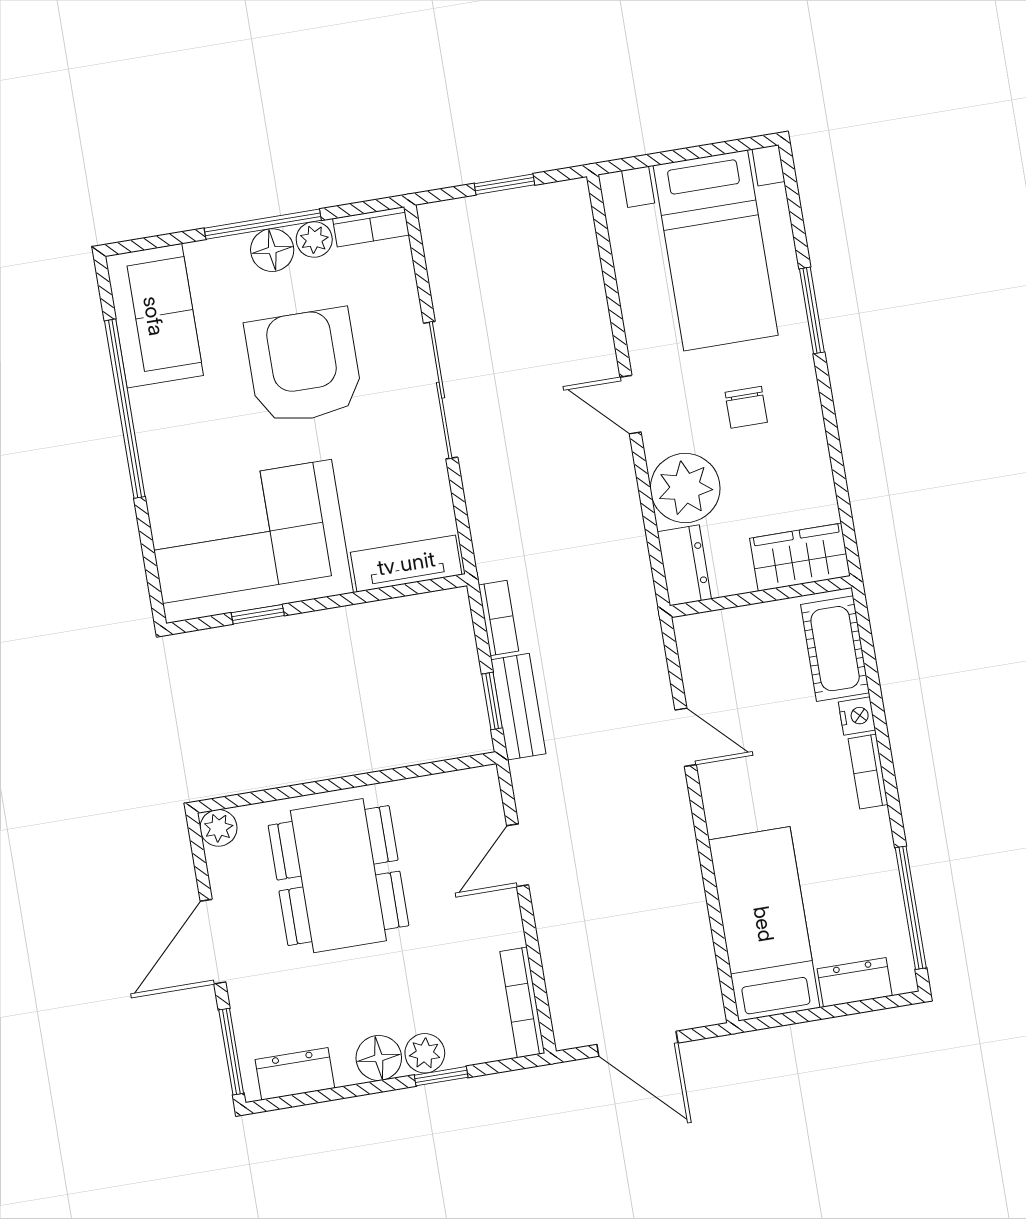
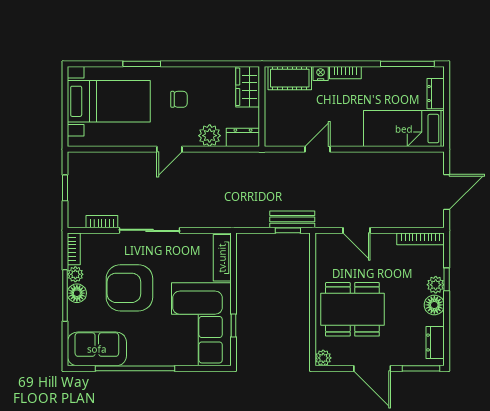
plant: (685, 488) -> (210, 136), width x0.73, depth x0.73
bookcase: (499, 618) -> (102, 222), moved

